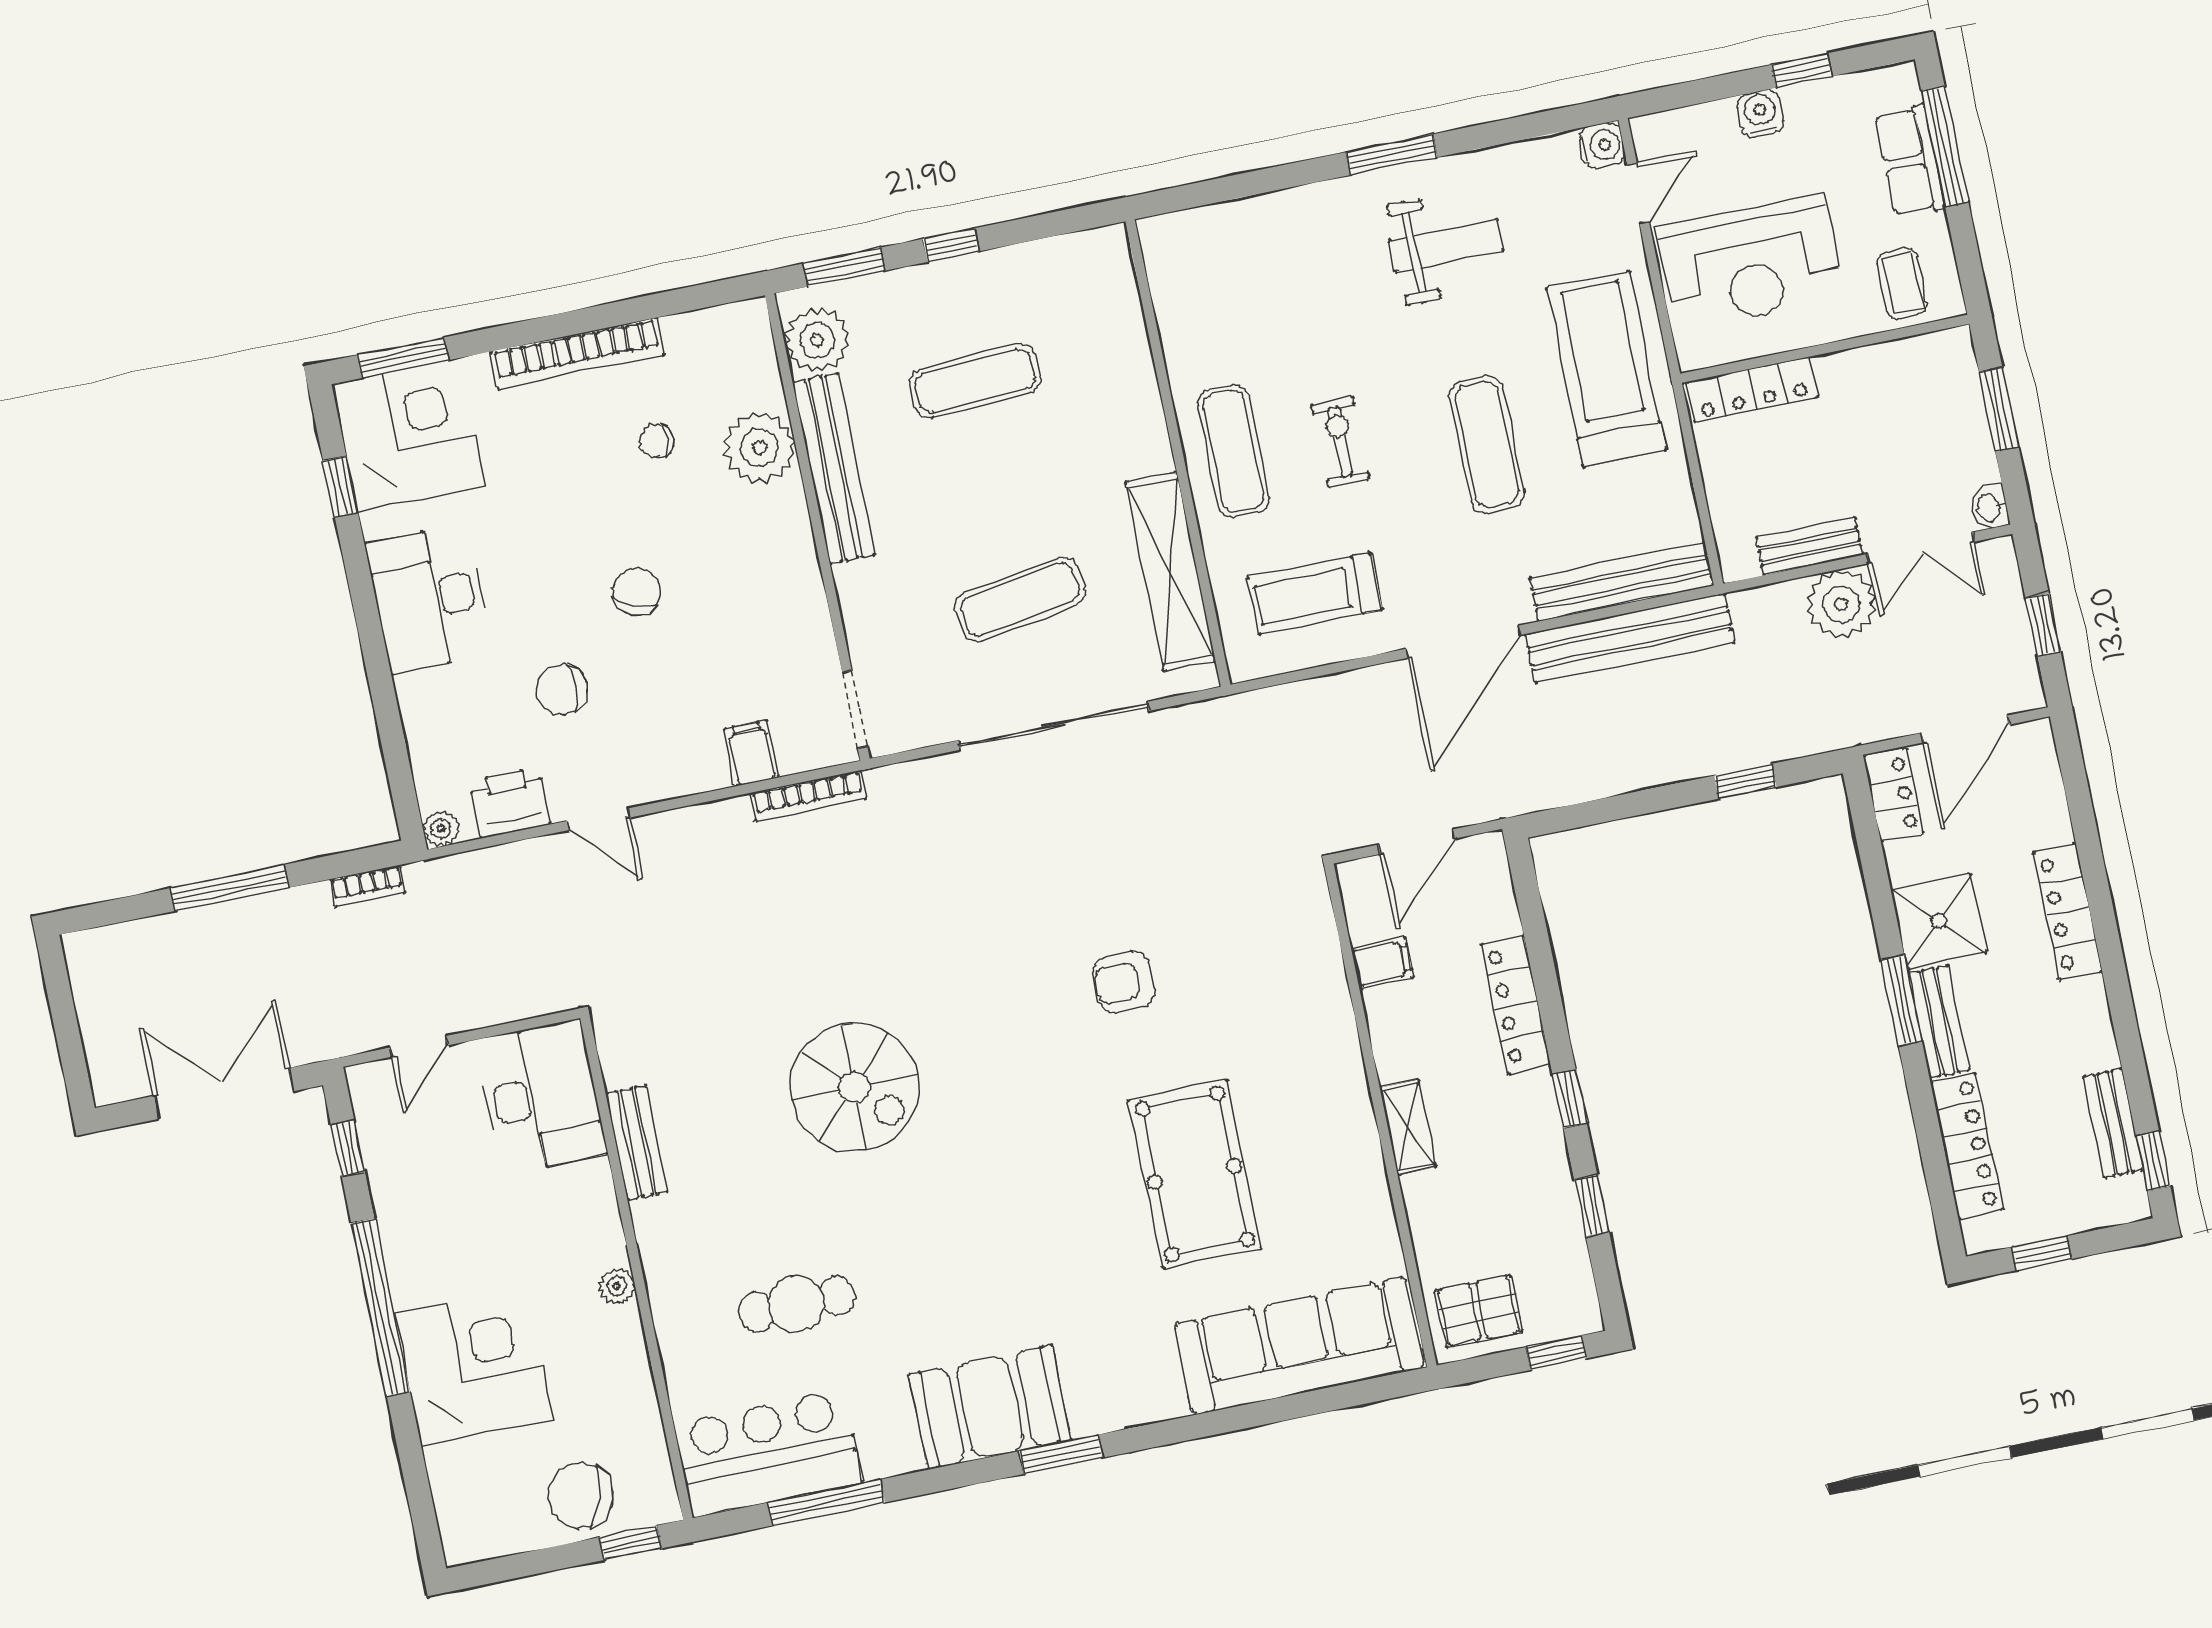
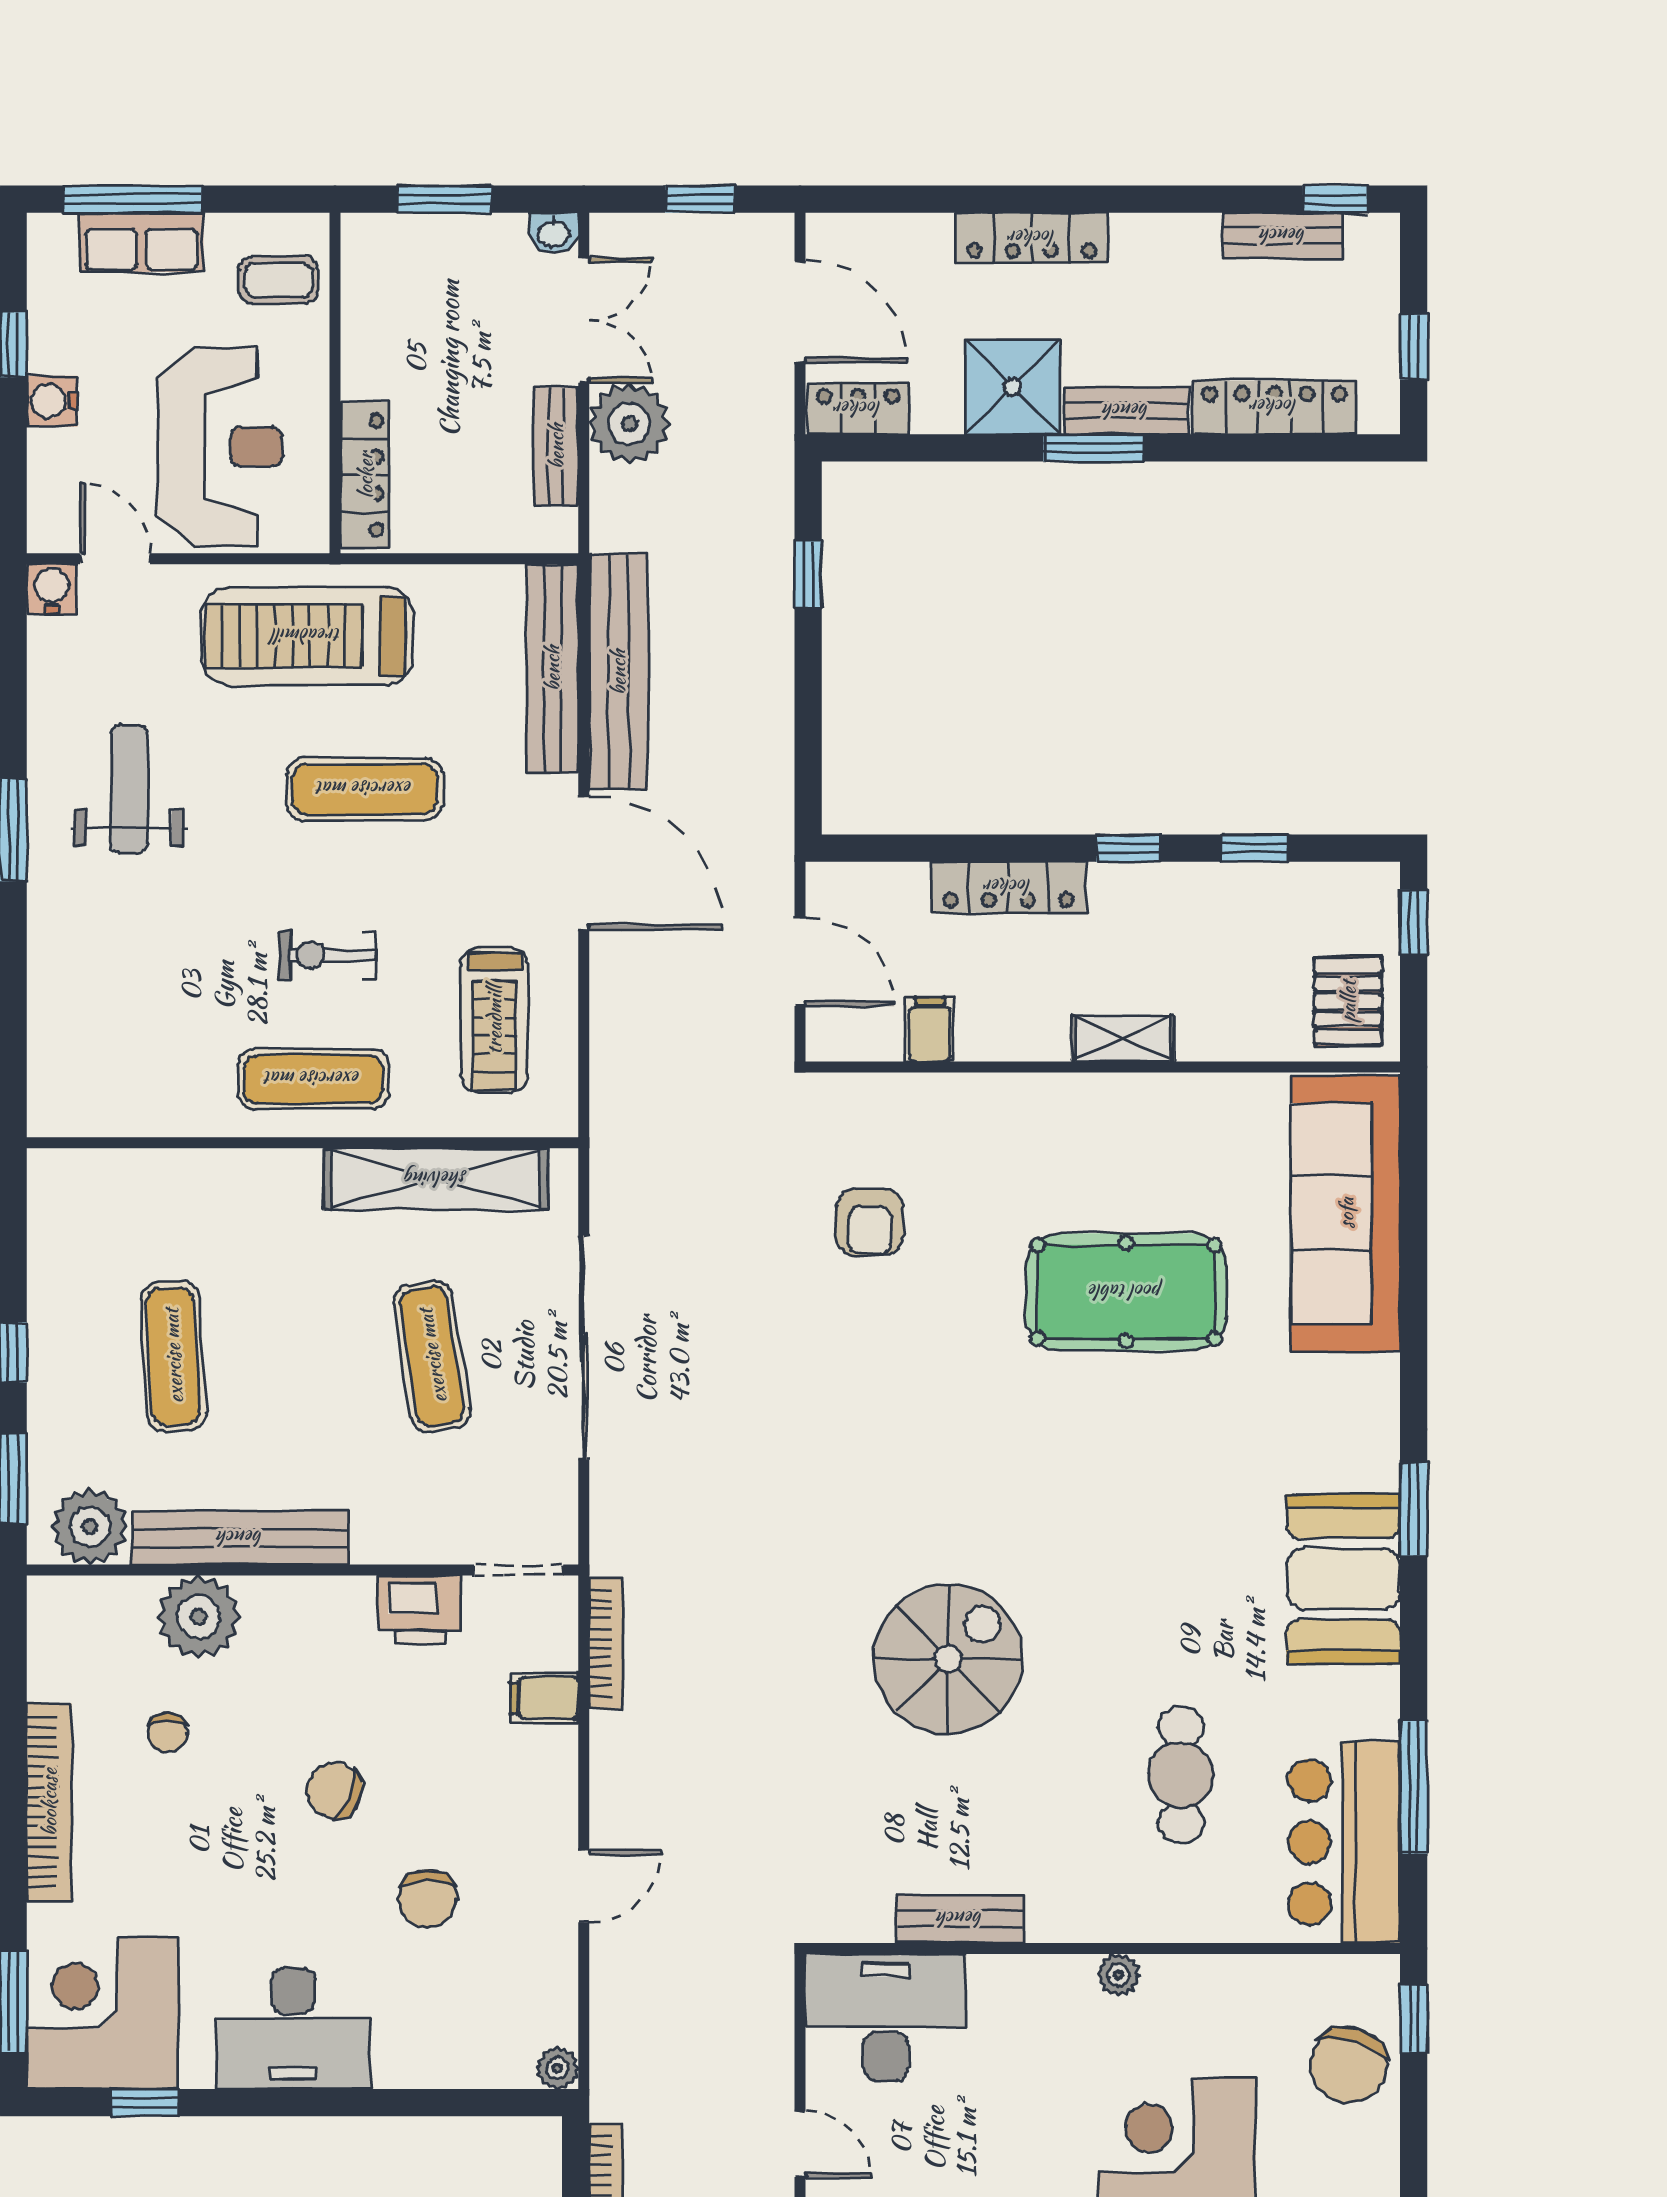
printer: (510, 802) -> (420, 1610), moved, turned -90
armchair: (1124, 982) -> (870, 1222), moved

